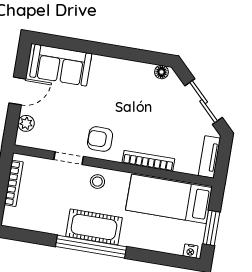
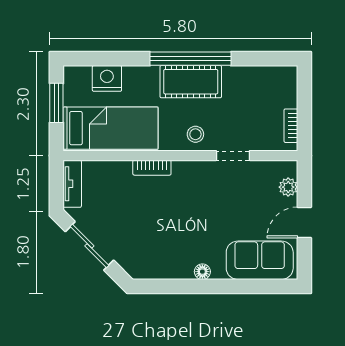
floor lamp: (161, 72) -> (202, 272), moved
armchair: (100, 139) -> (201, 183), removed
bookcase: (148, 161) -> (152, 168), width x0.64
bookcase: (14, 183) -> (291, 126), width x0.64
nightstand: (190, 251) -> (107, 78), moved, width x1.89, depth x1.79

